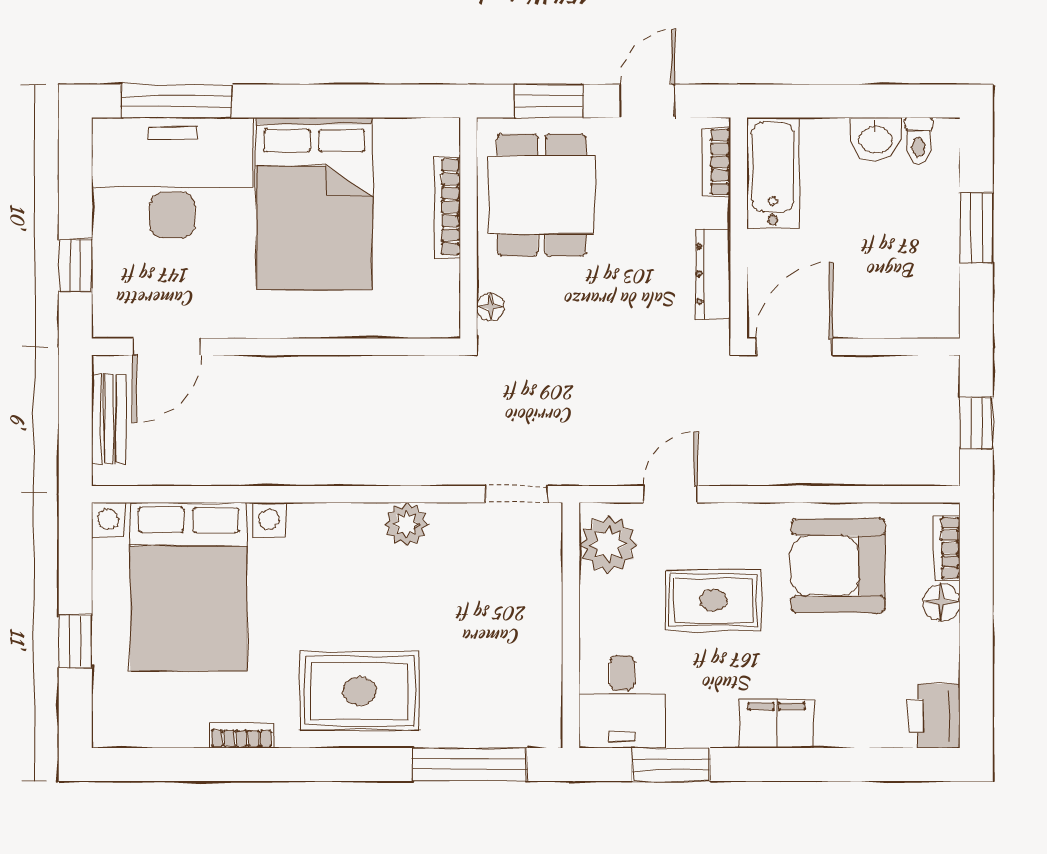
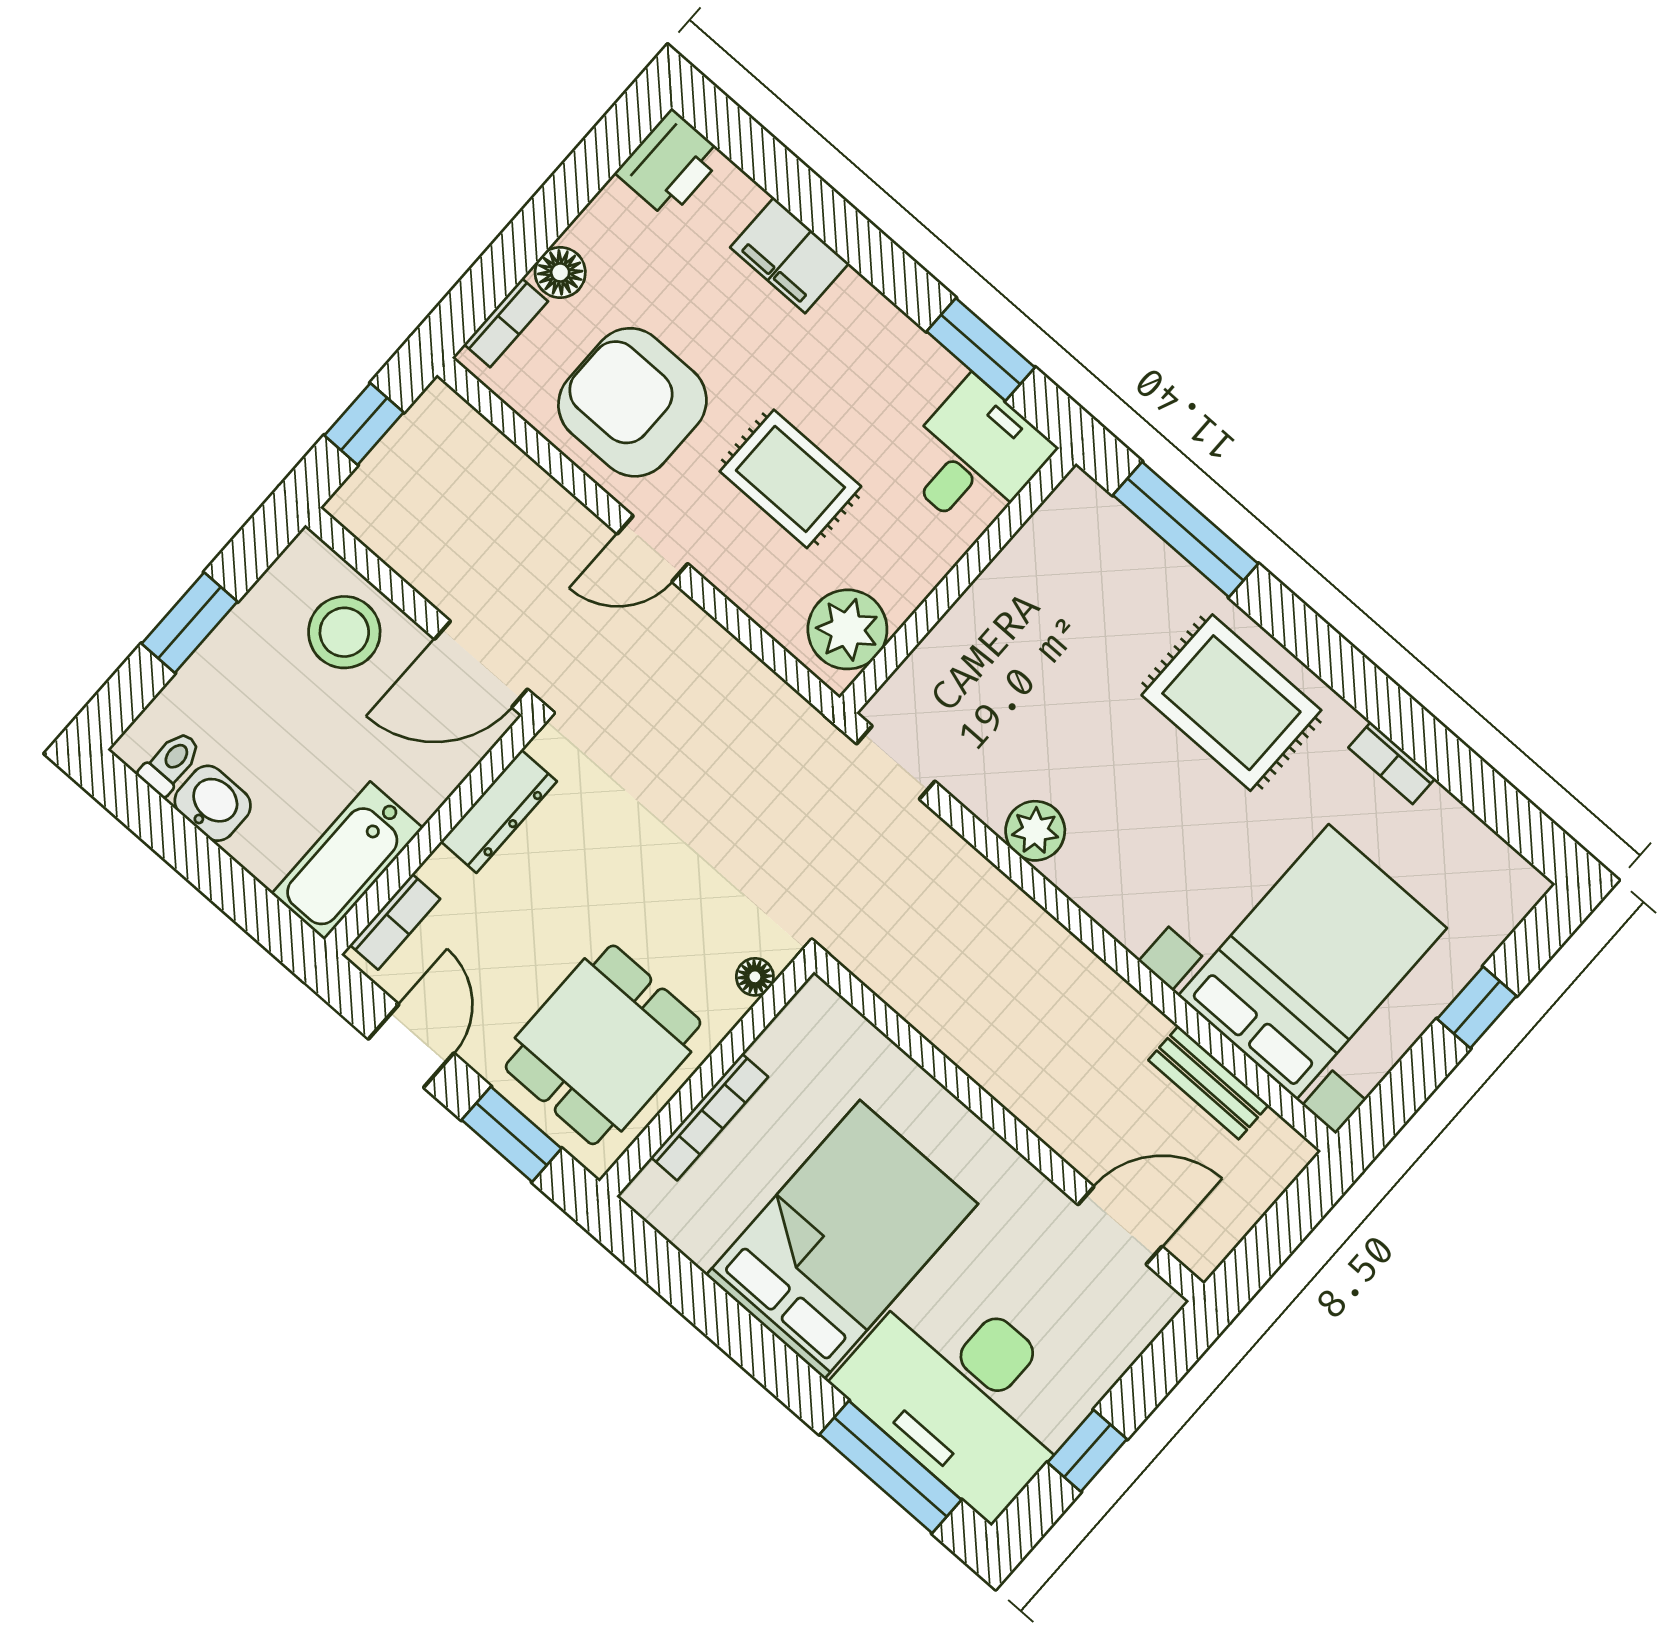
door: (647, 101) -> (411, 1046), swing flipped
window: (75, 265) -> (1087, 1451), moved
stool: (886, 298) -> (344, 632), added
bench: (109, 419) -> (1209, 1083), moved, turned 90
door: (671, 494) -> (653, 549), moved
armchair: (838, 566) -> (632, 402), turned 180
filing cabinet: (776, 724) -> (790, 255), moved

